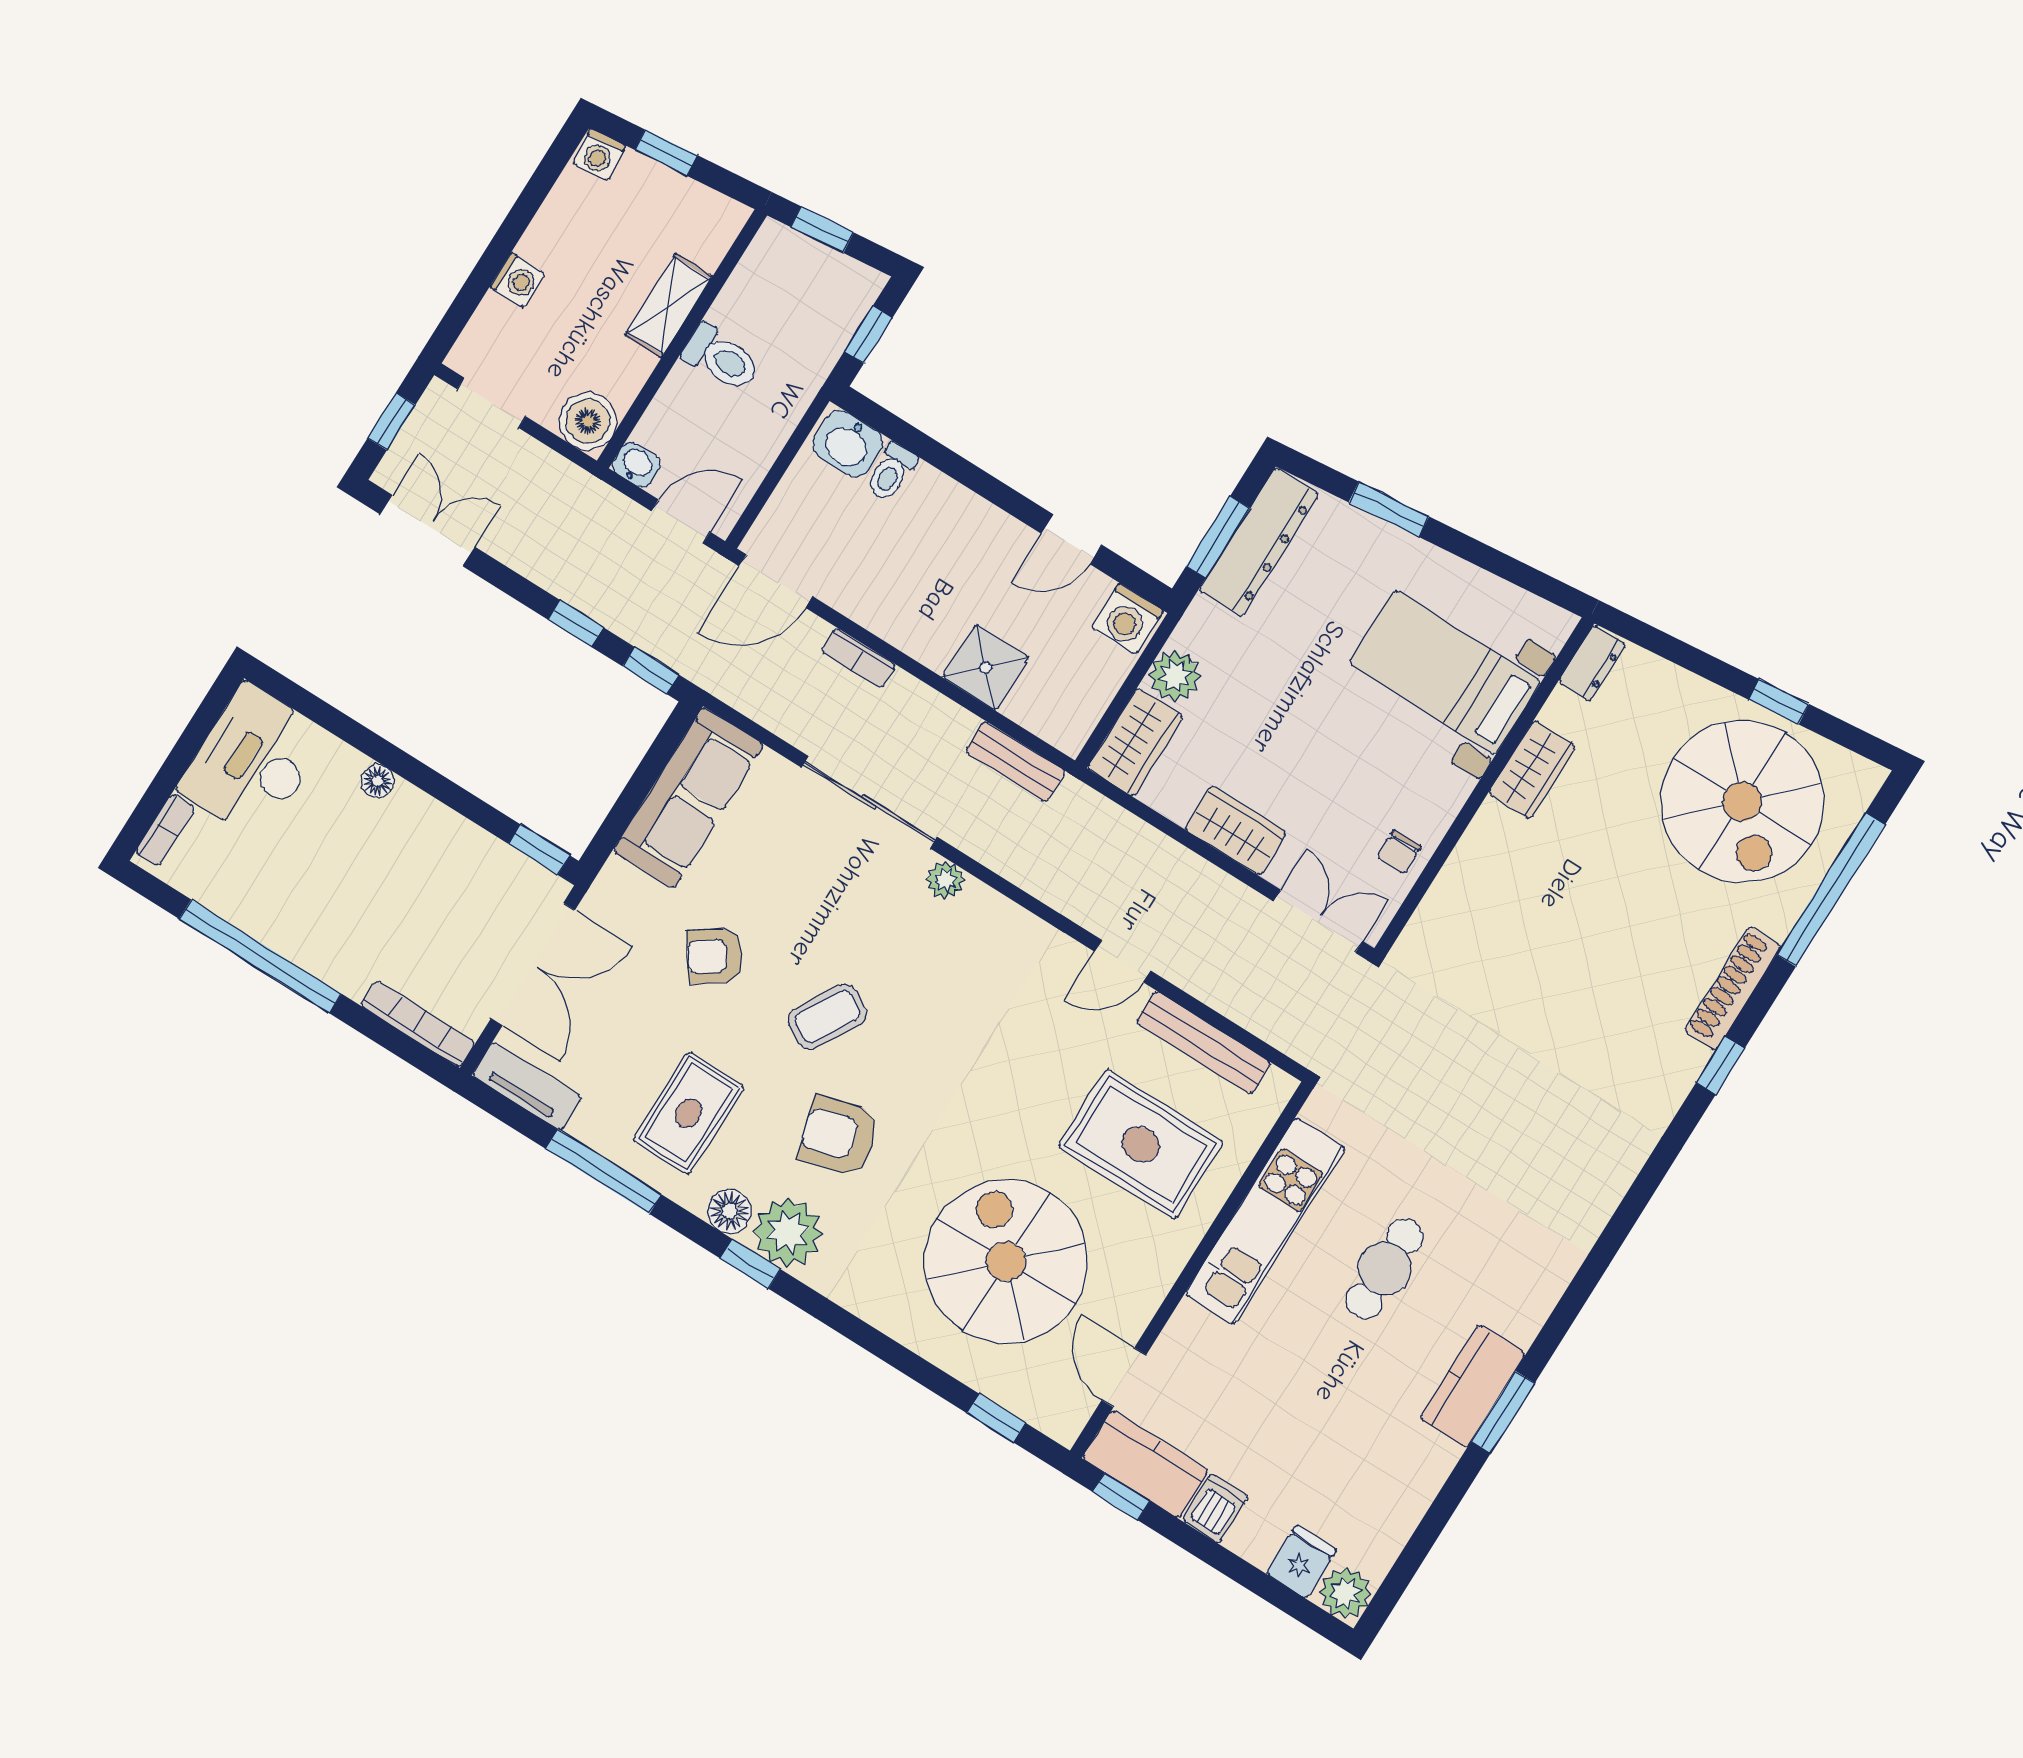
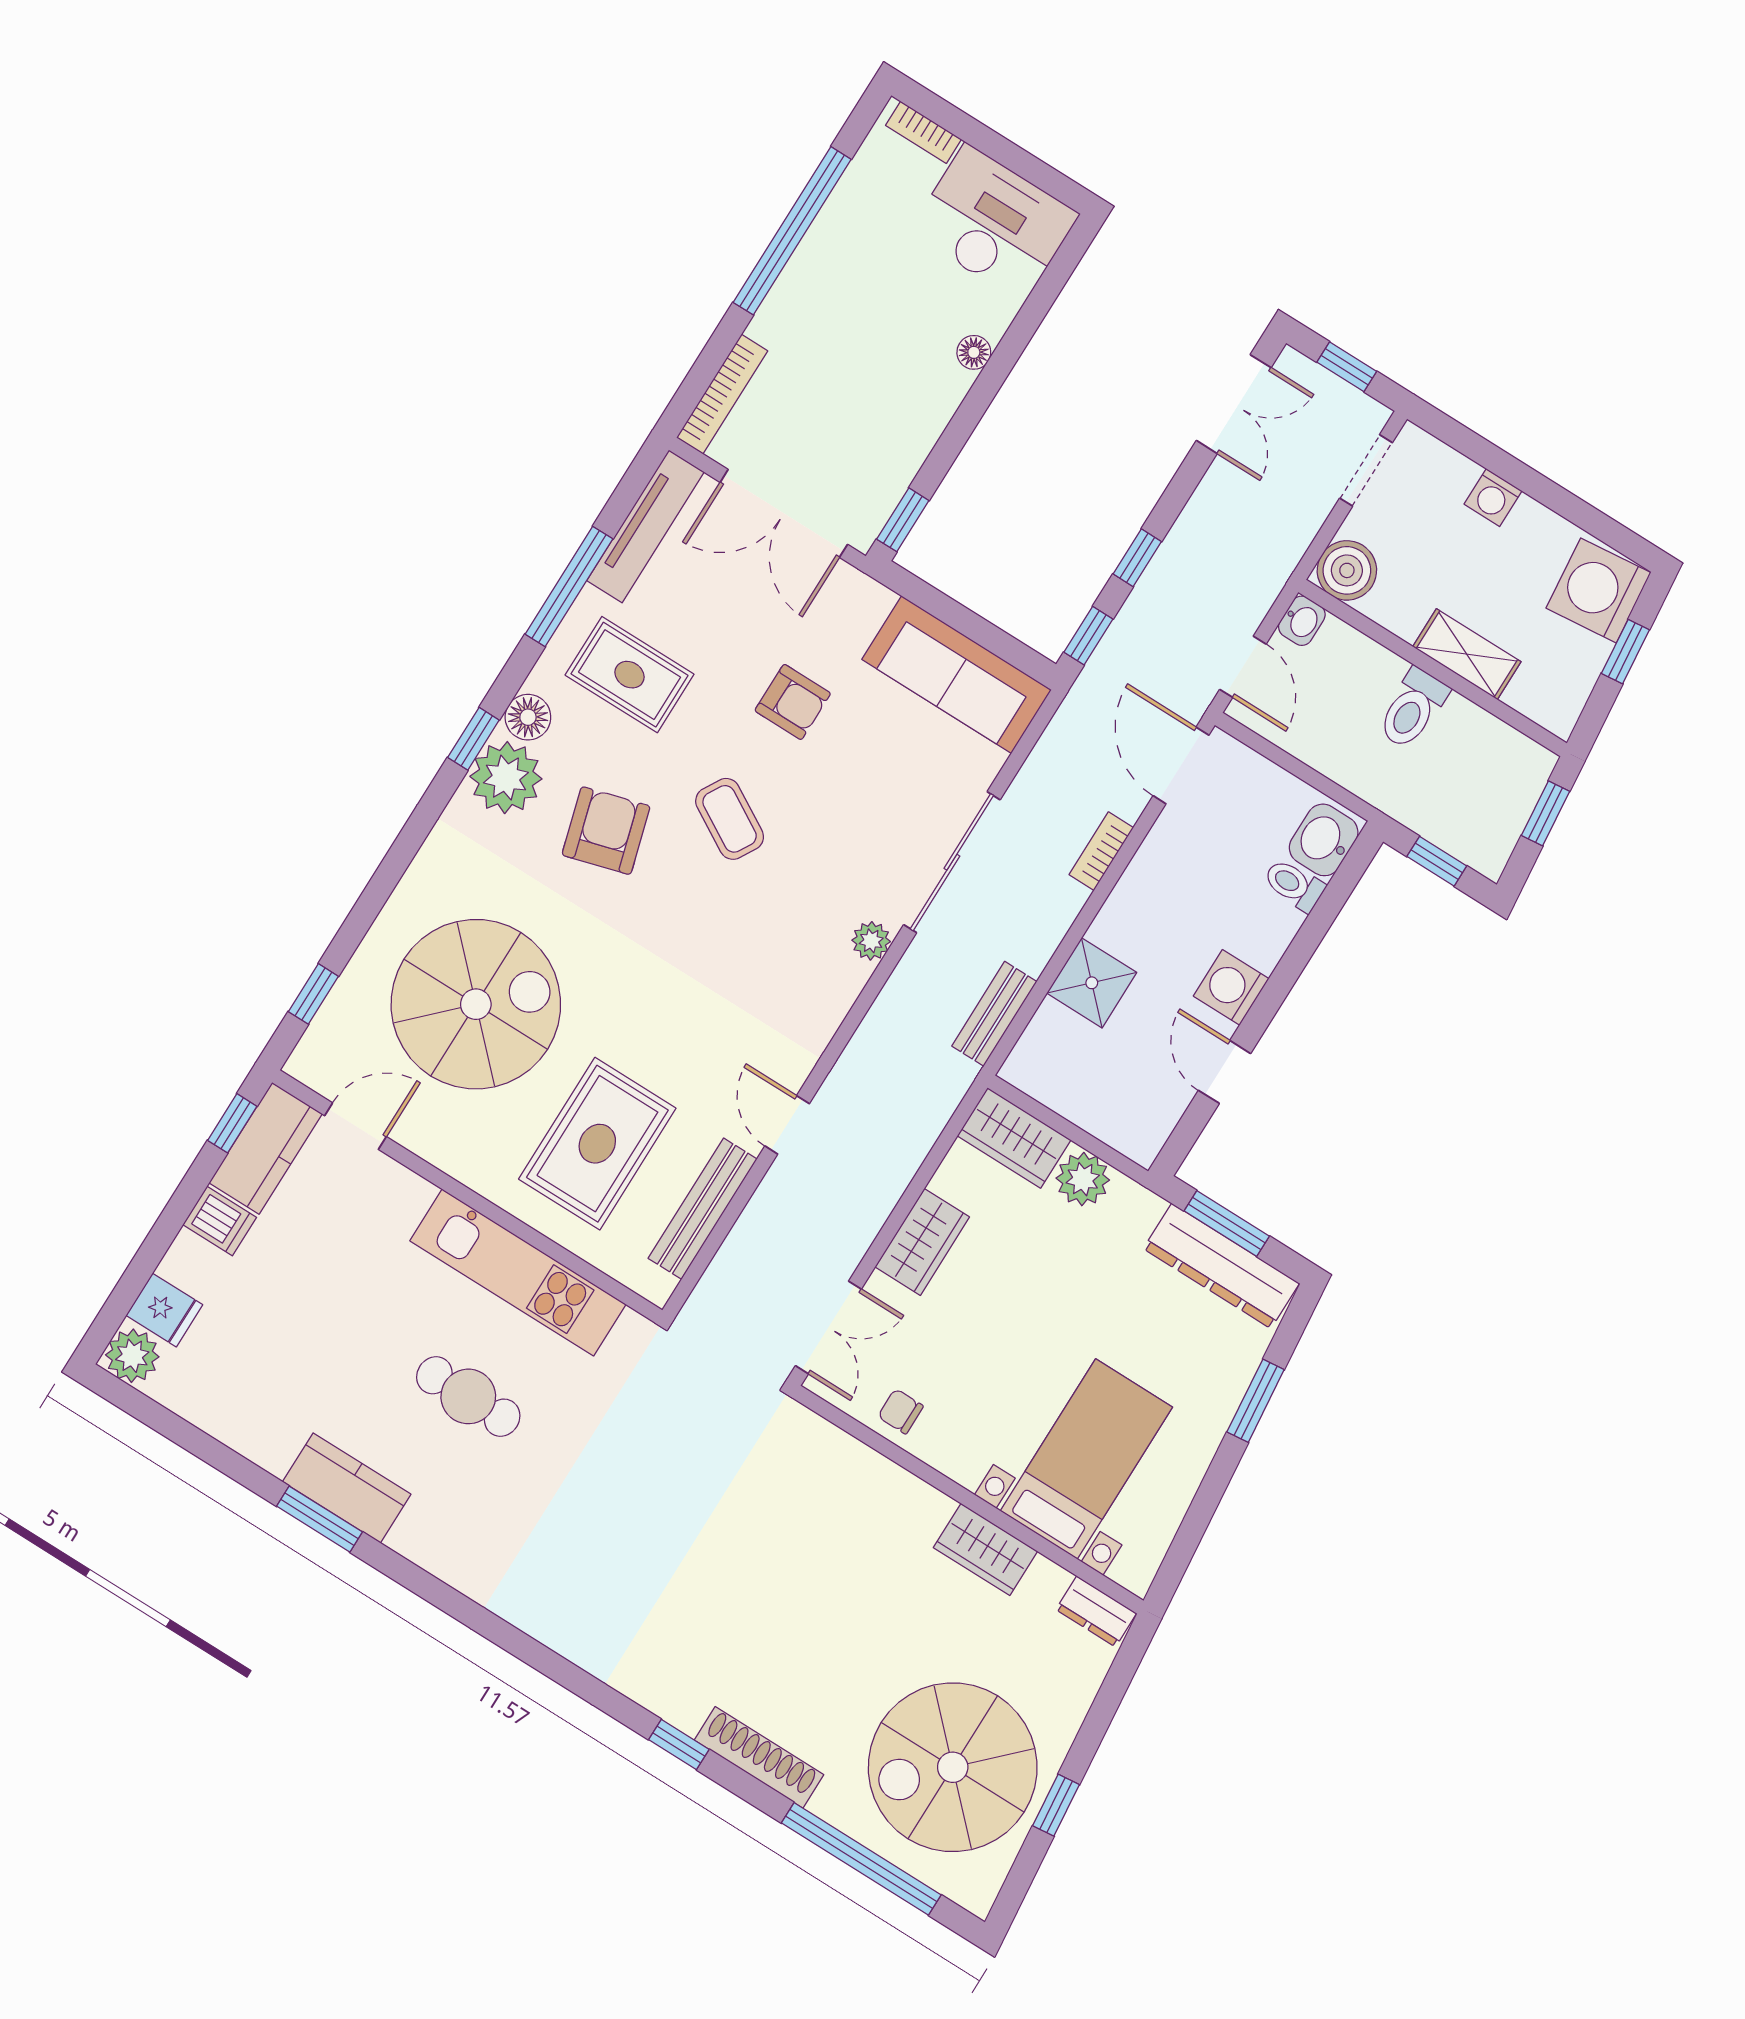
washing machine: (599, 155) -> (1598, 590), width x1.89, depth x1.89
washing machine: (1127, 619) -> (1231, 987), moved
armchair: (715, 956) -> (793, 702), turned 126
tv unit: (527, 1086) -> (646, 526), width x1.41

